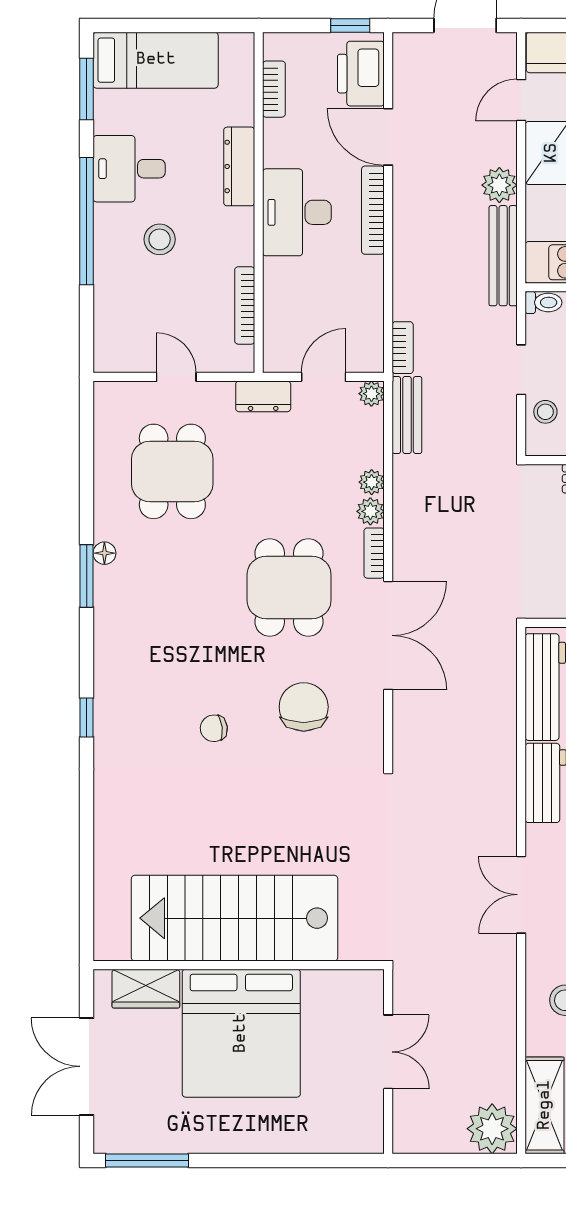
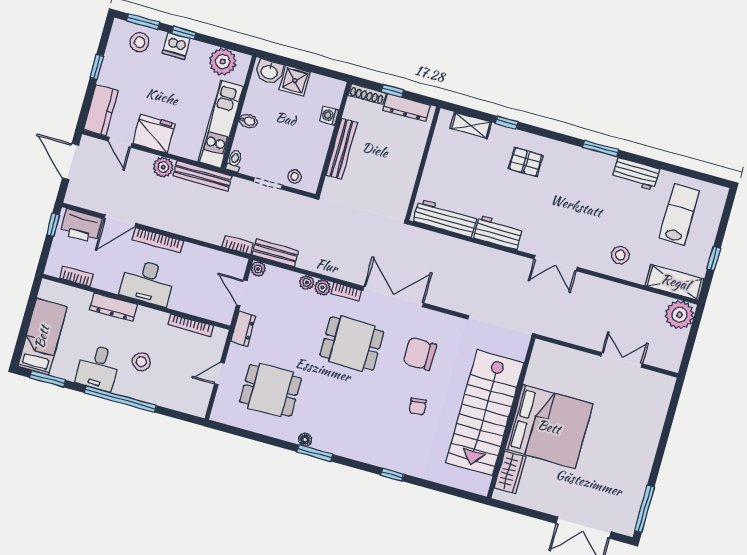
stairs: (235, 918) -> (485, 413), moved
wall: (239, 965) -> (511, 418), moved
wardrobe: (146, 989) -> (510, 472), moved
bed: (241, 1033) -> (549, 427), moved

